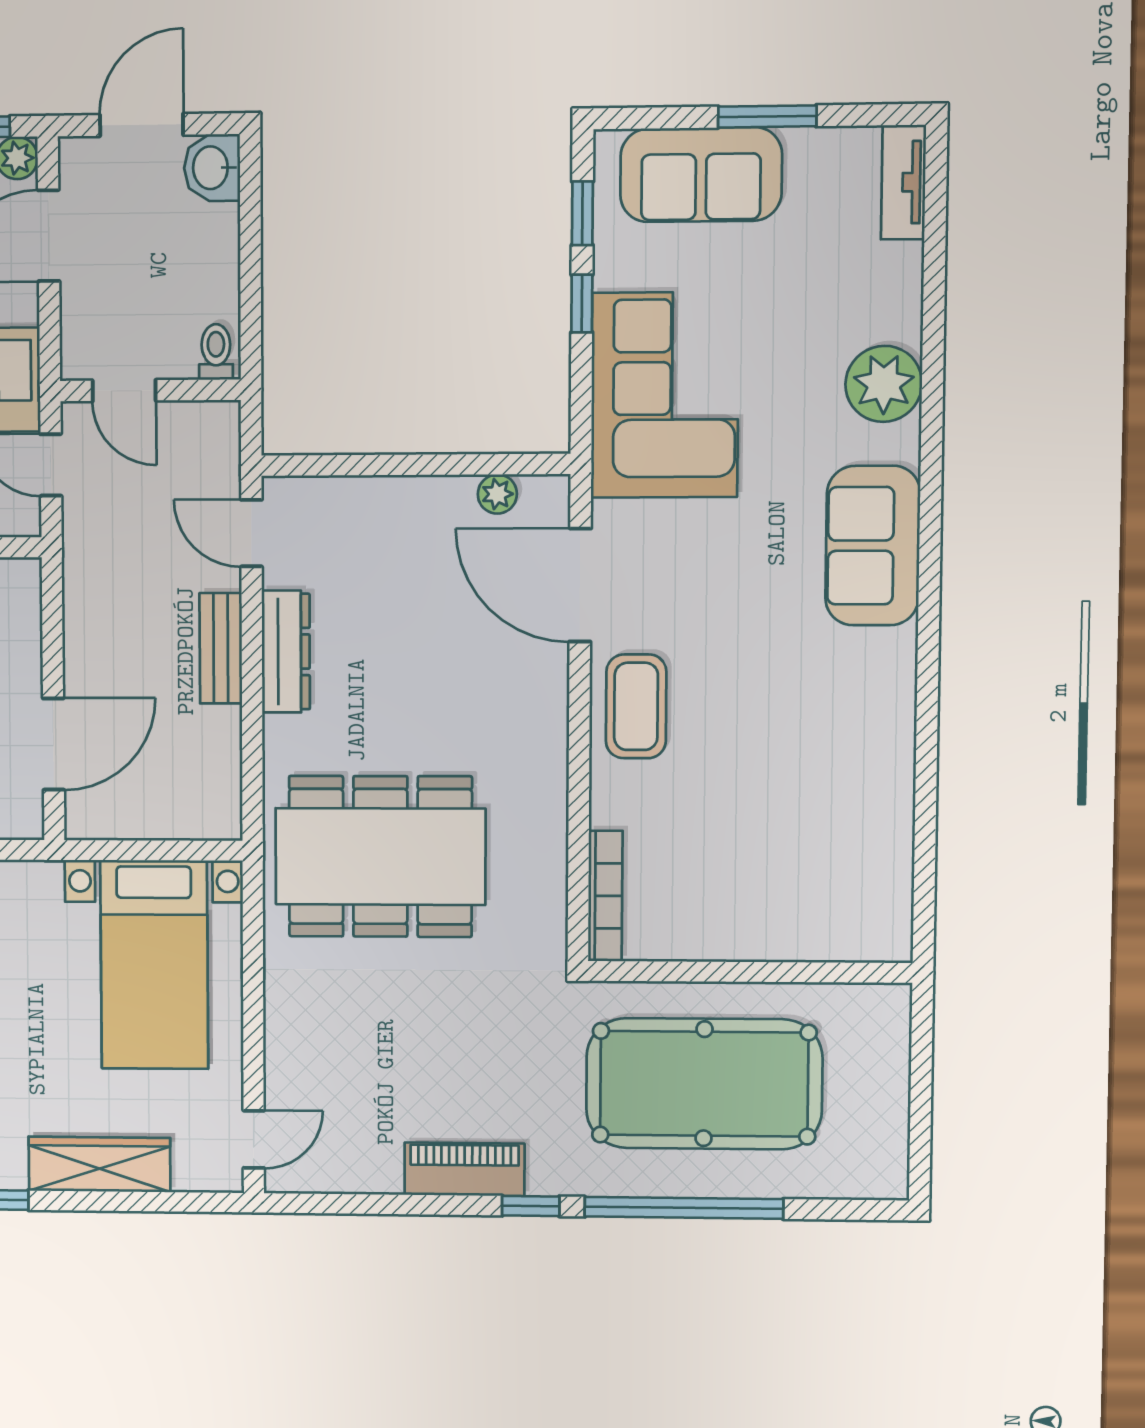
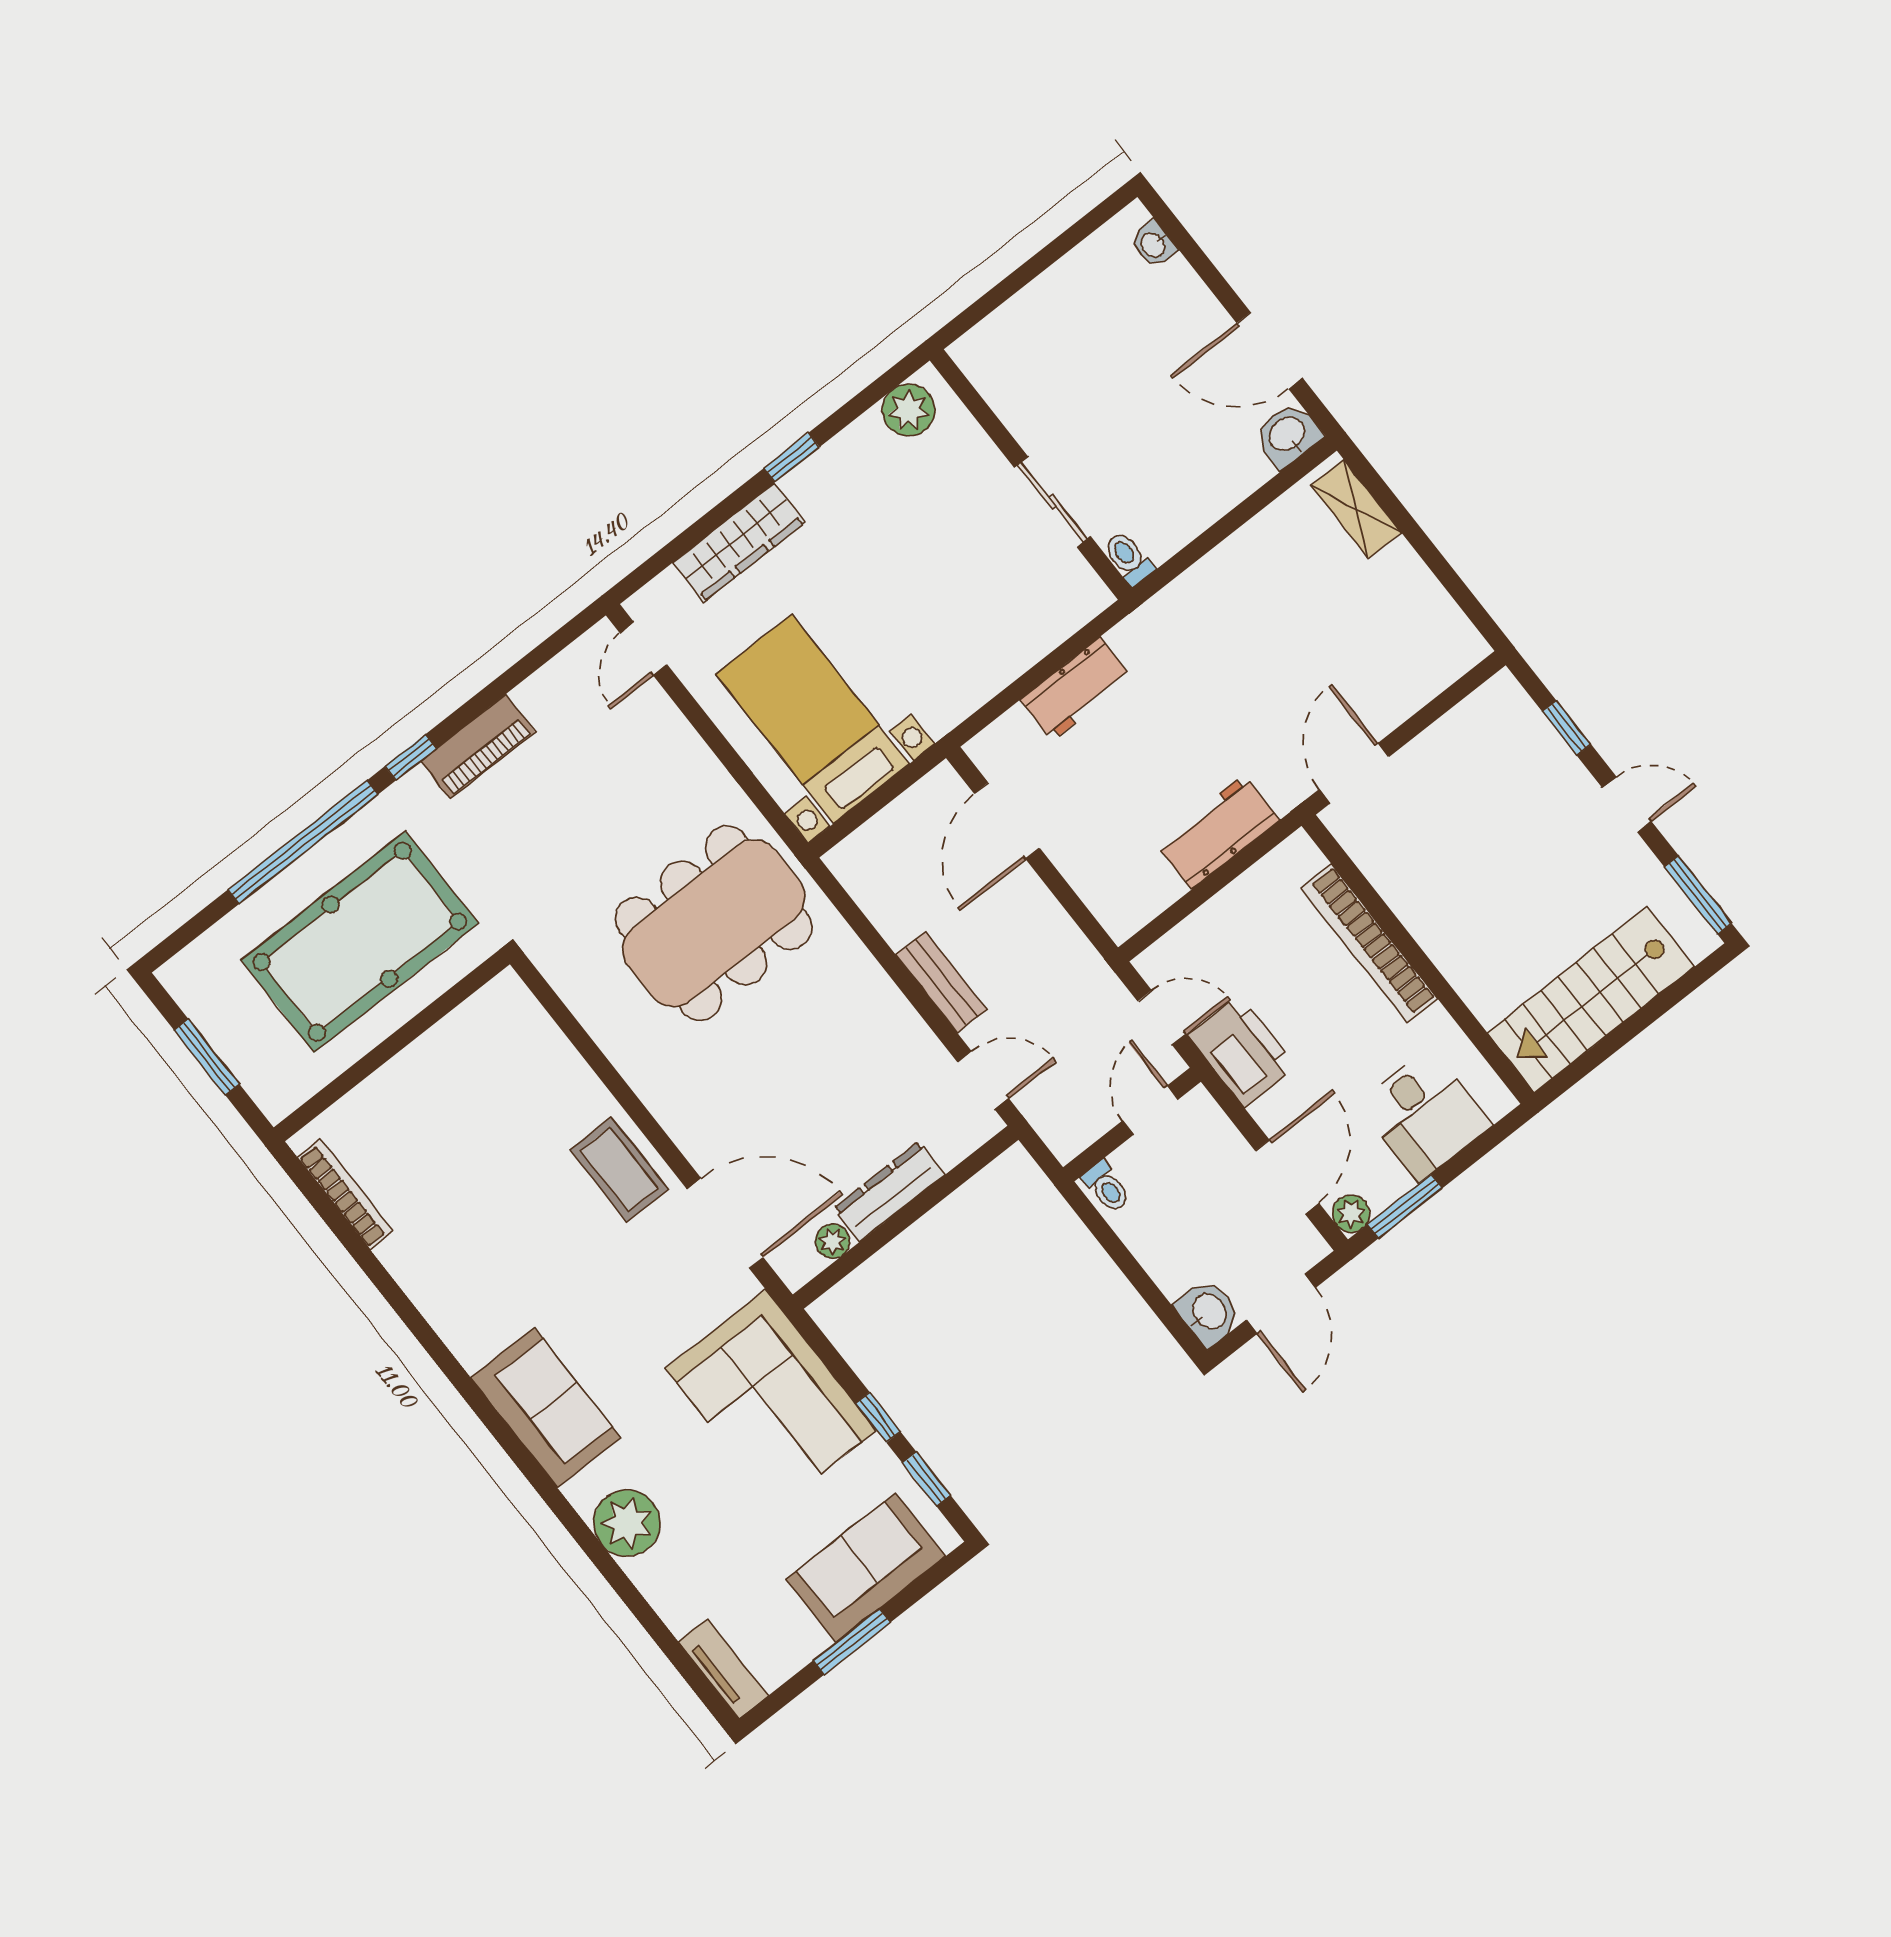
door: (124, 391) -> (1150, 1110), hinge flipped
dresser: (286, 652) -> (889, 1191), moved, turned 90
bookcase: (605, 896) -> (345, 1194), moved, turned 180
window: (921, 1090) -> (207, 1057), added

